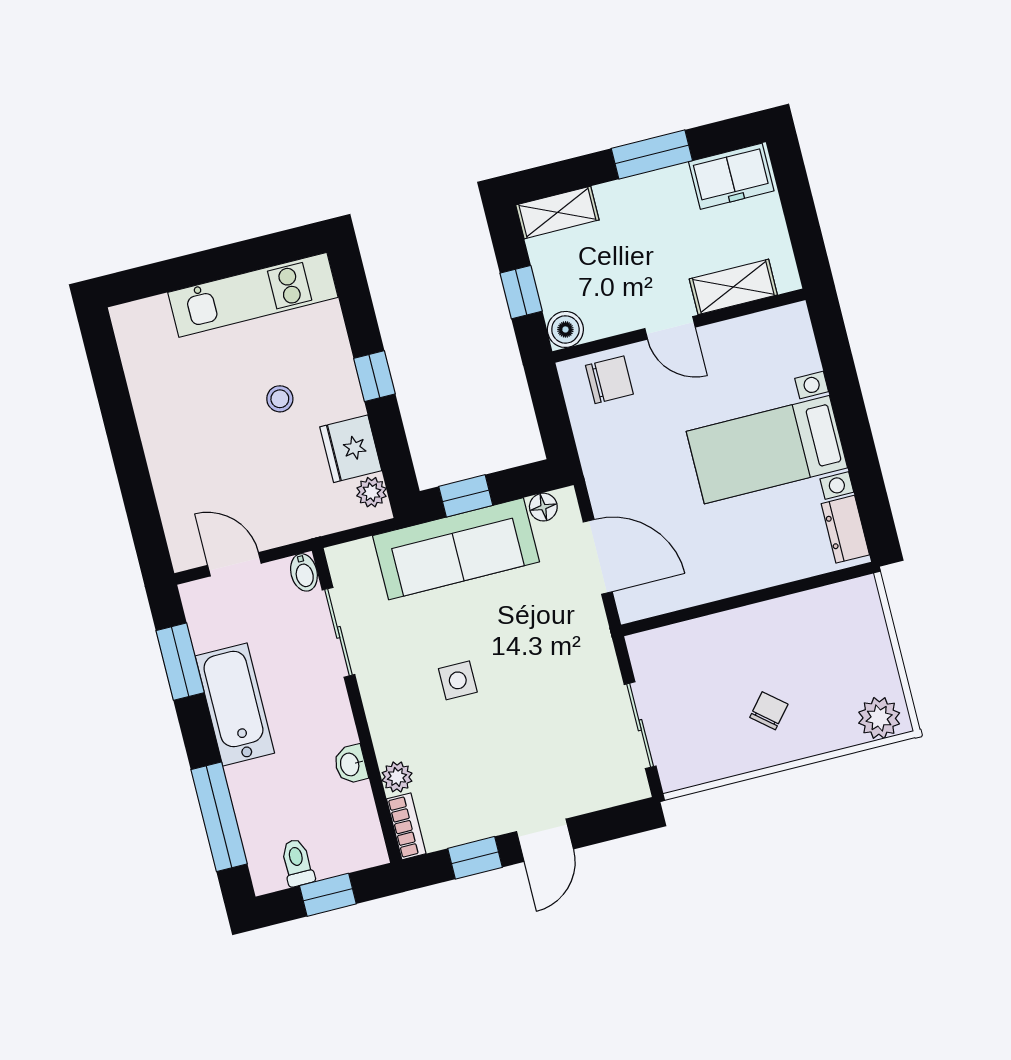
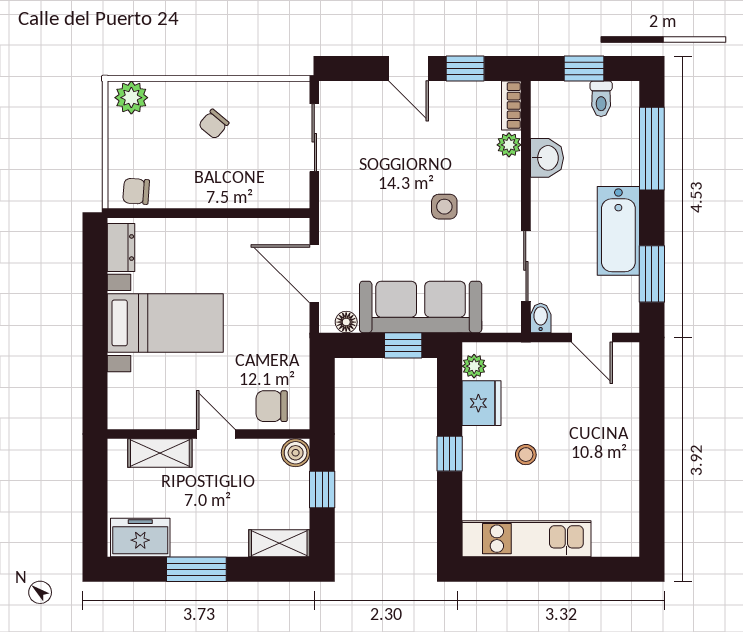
chair: (844, 604) -> (136, 191), added
washbasin: (351, 764) -> (547, 158), width x1.38, depth x1.45
door: (545, 840) -> (409, 68), swing flipped

